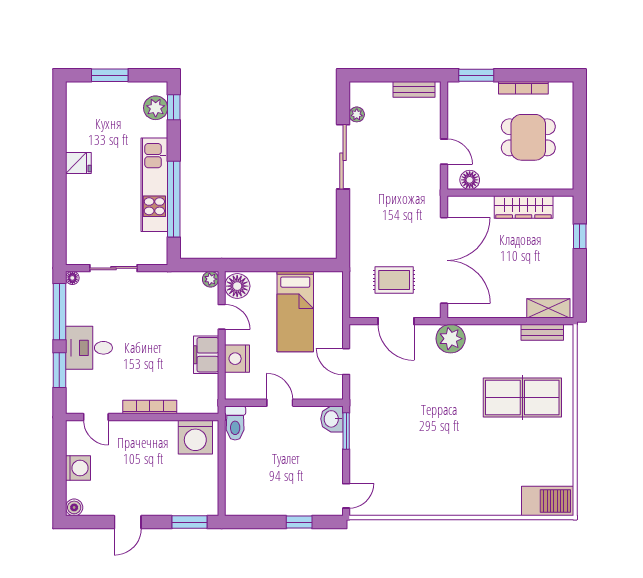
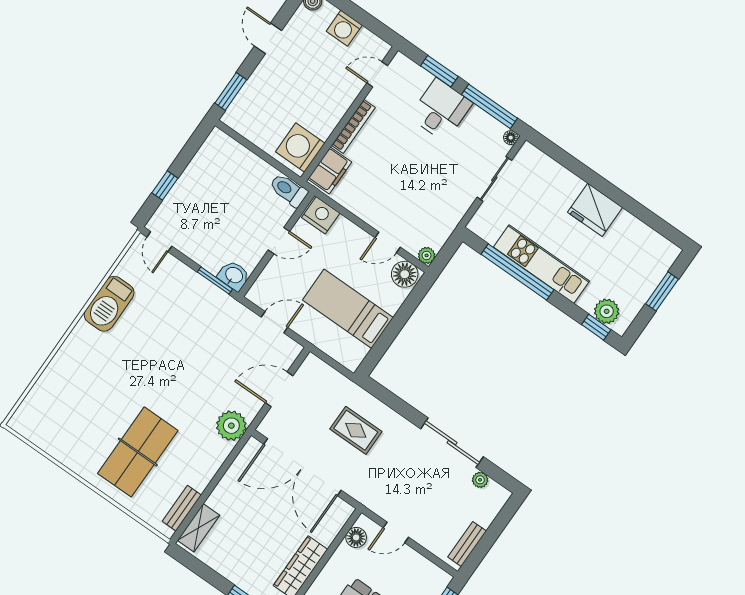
fridge: (78, 163) -> (595, 210), width x1.88, depth x1.34
rug: (394, 280) -> (356, 430), moved, turned 90
filing cabinet: (206, 355) -> (330, 170), moved, turned 90
nightstand: (237, 359) -> (321, 215), moved
barbecue: (548, 501) -> (109, 304), moved

